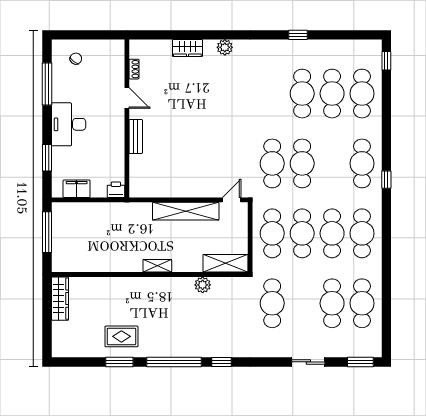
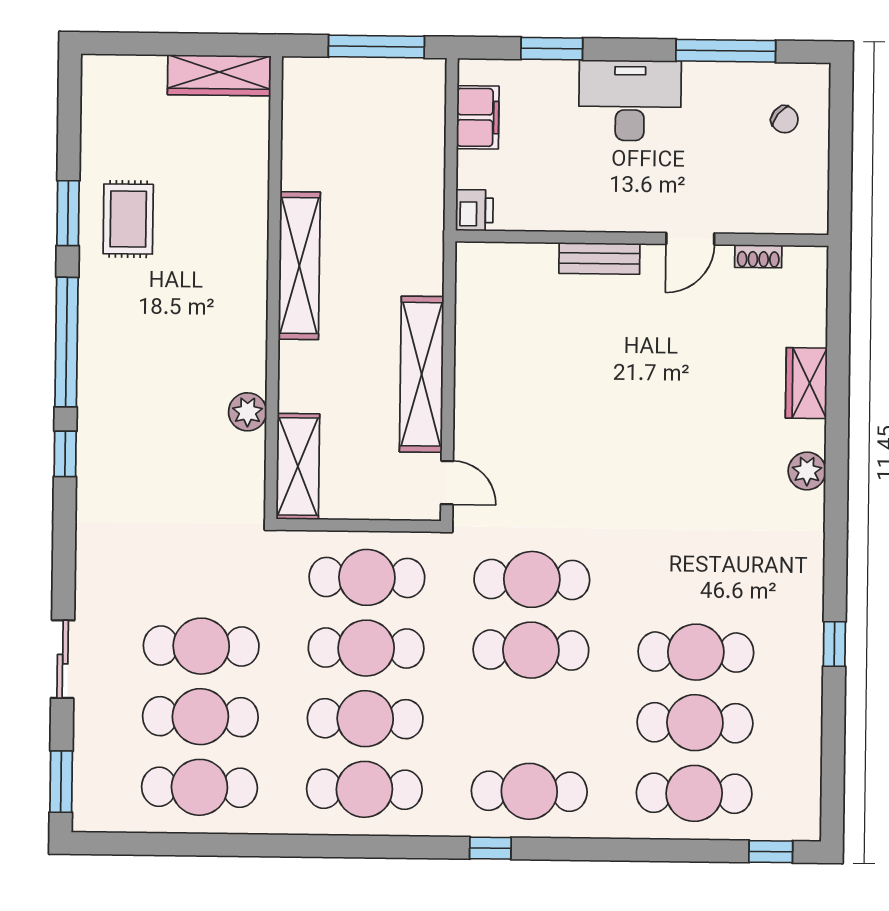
shelving: (157, 266) -> (299, 266), width x2.20, depth x1.33
cafe table: (272, 303) -> (201, 646), moved

